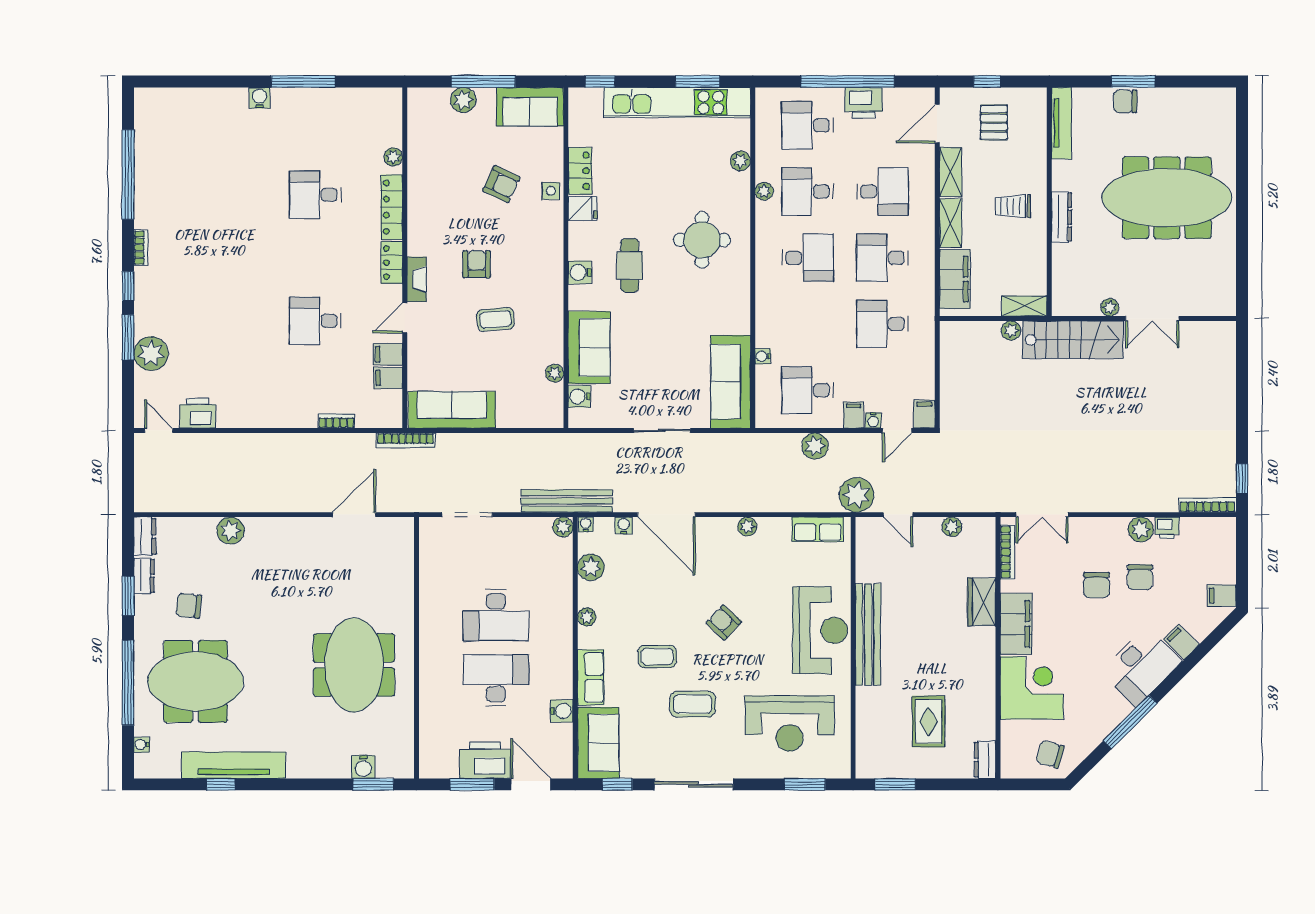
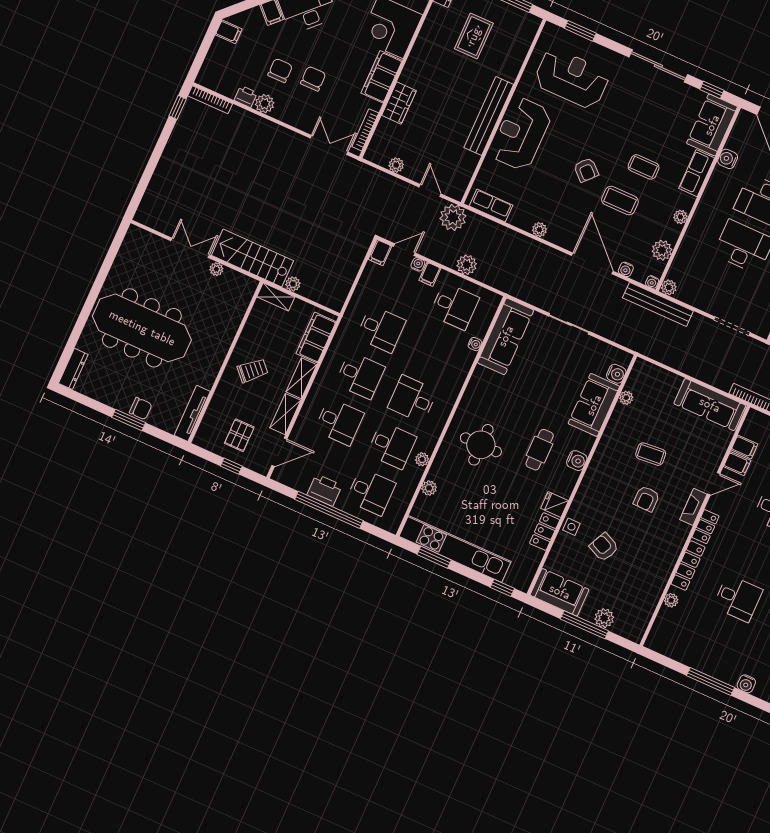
desk: (882, 192) -> (339, 422), turned 180
trolley: (1013, 206) -> (253, 371), turned -43
dresser: (1062, 217) -> (73, 369), moved, turned 180
coffee table: (693, 704) -> (620, 201), moved

